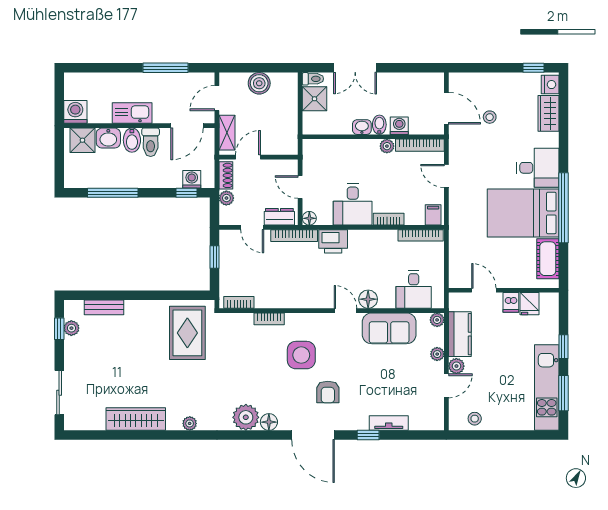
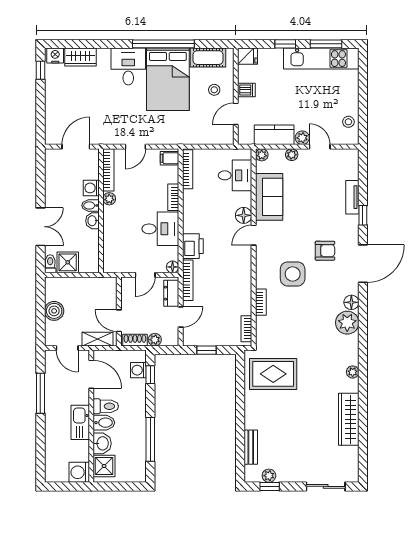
stool: (490, 117) -> (214, 90), moved
fridge: (530, 304) -> (248, 56), moved

